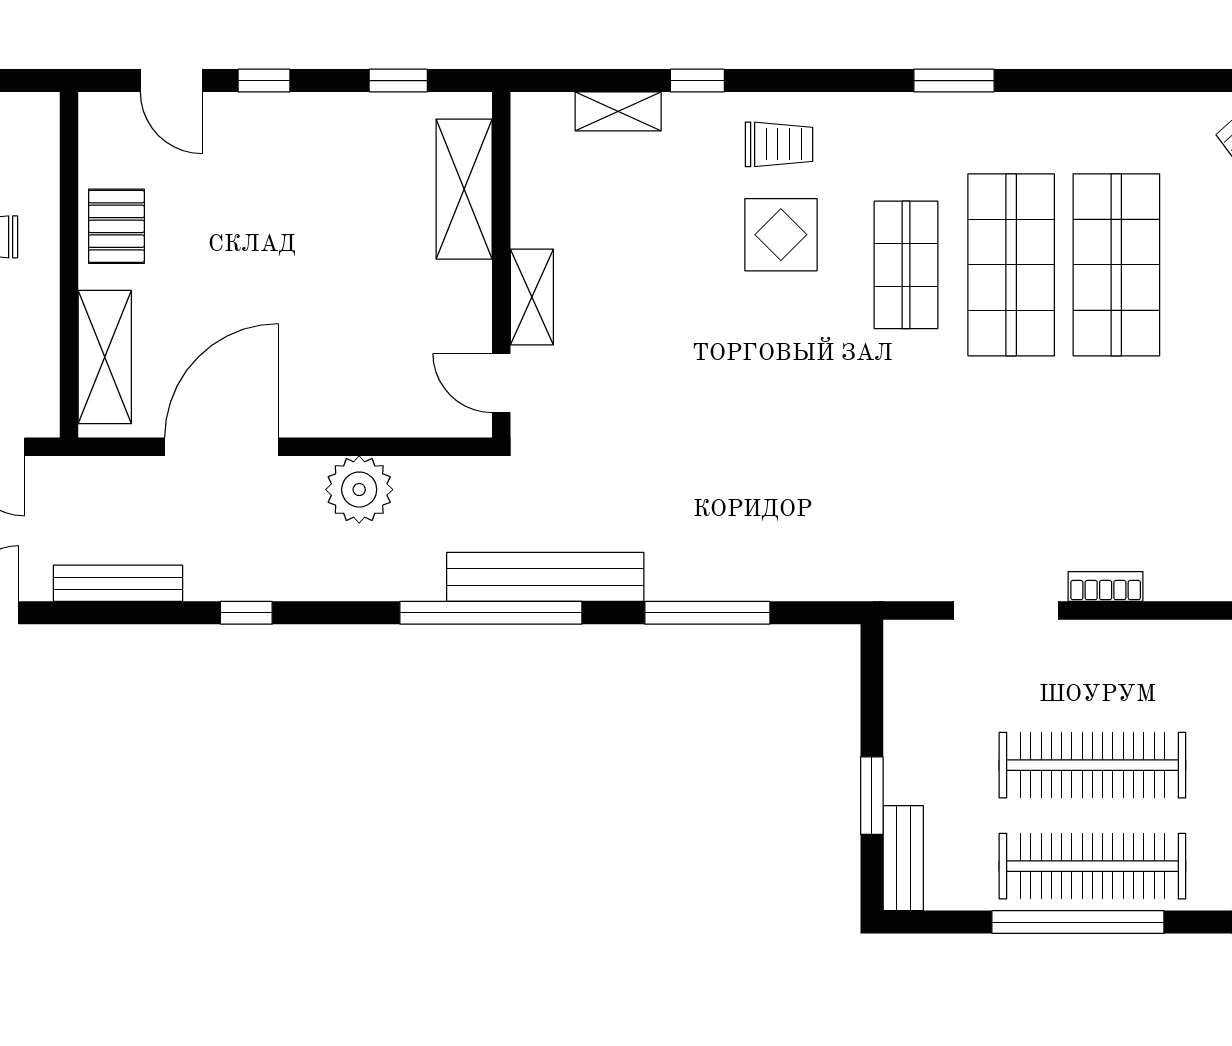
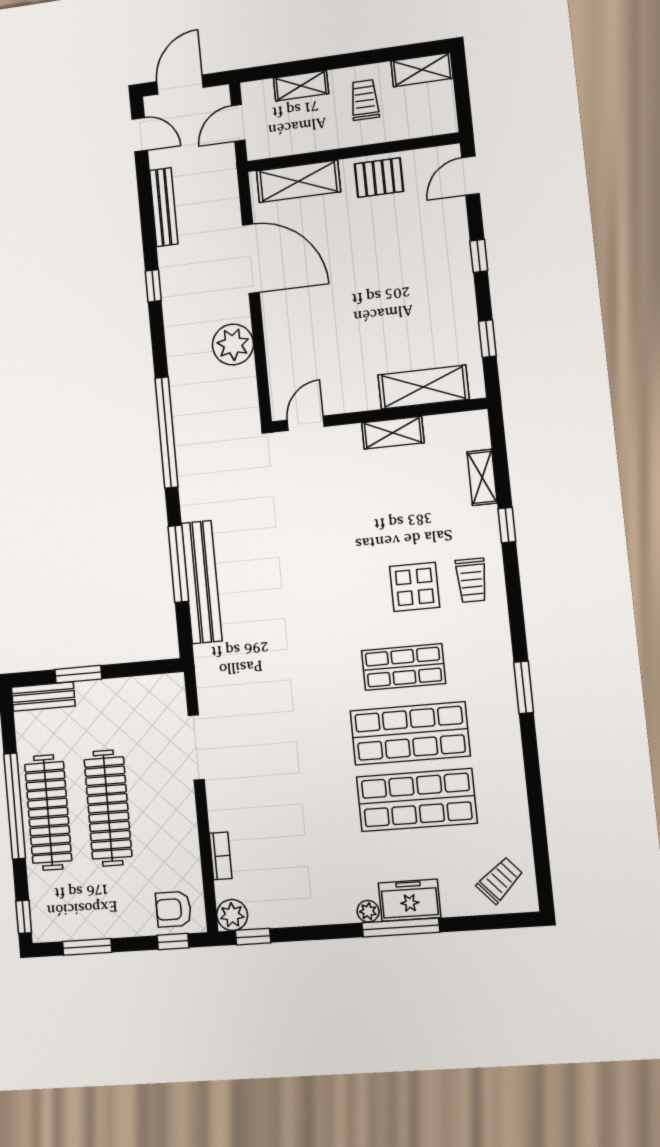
door: (171, 81) -> (470, 176), moved
shelving: (532, 297) -> (393, 433), moved
bench: (545, 577) -> (202, 582), moved
bookcase: (1106, 586) -> (221, 856), moved

